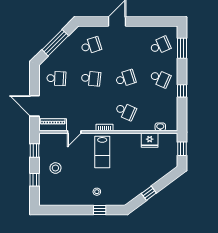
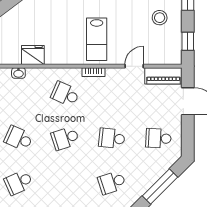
lab bench: (102, 152) -> (97, 39), turned 180

